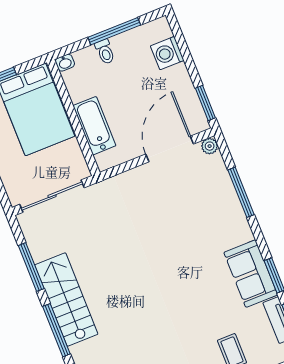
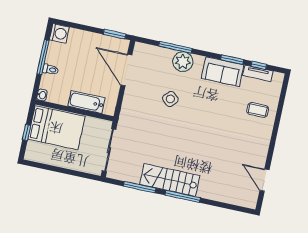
washing machine: (167, 53) -> (59, 33), moved, turned -90
plant: (210, 146) -> (183, 62), moved, width x1.87, depth x1.87
side table: (171, 230) -> (170, 99), added

